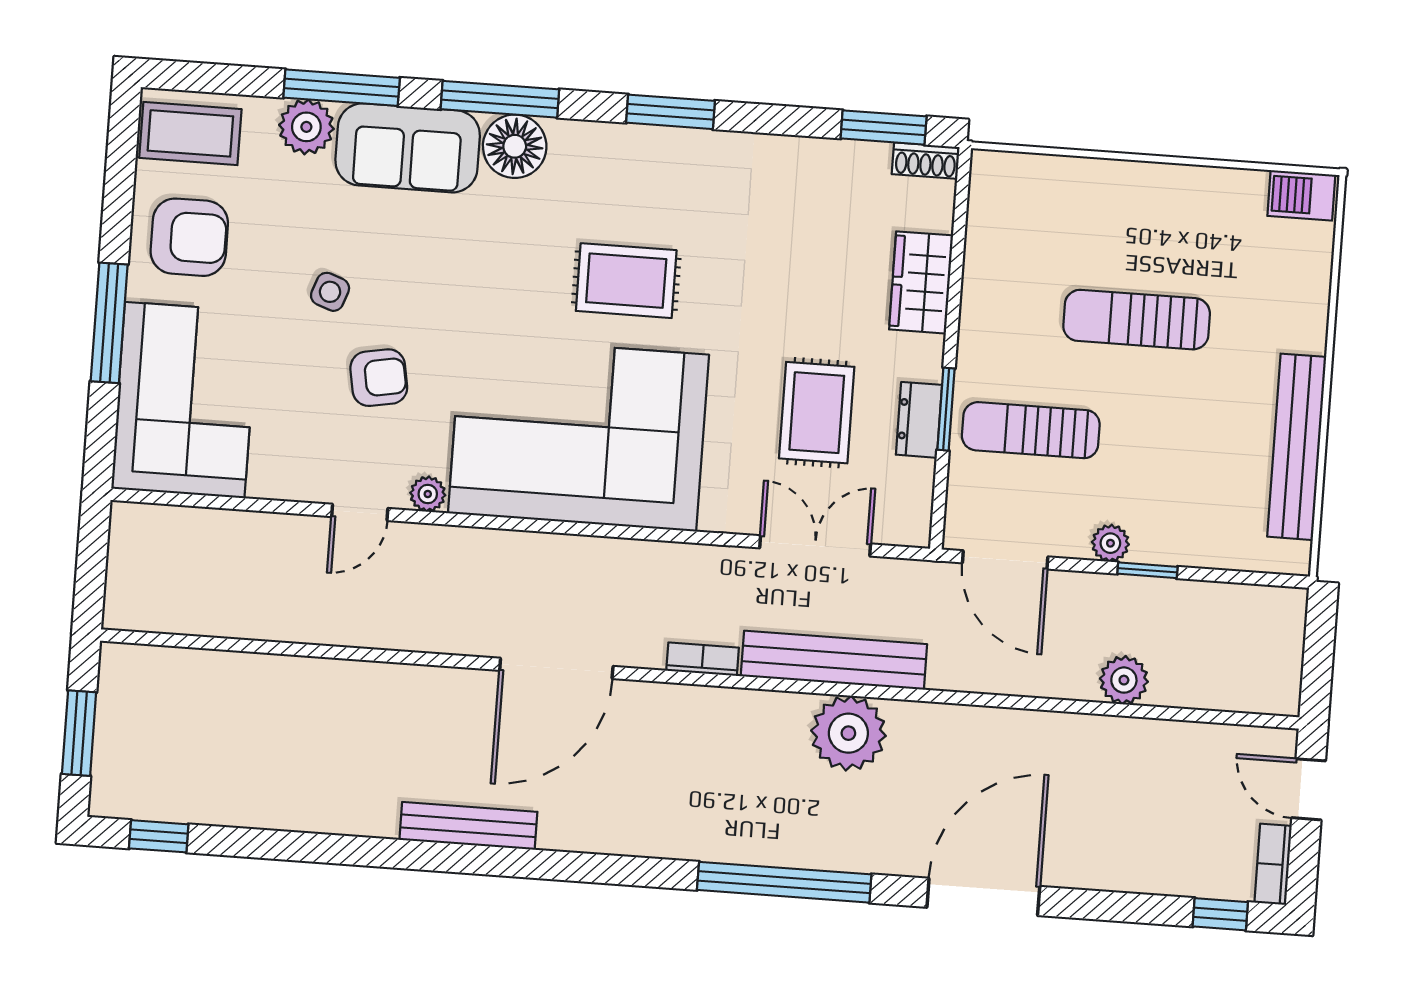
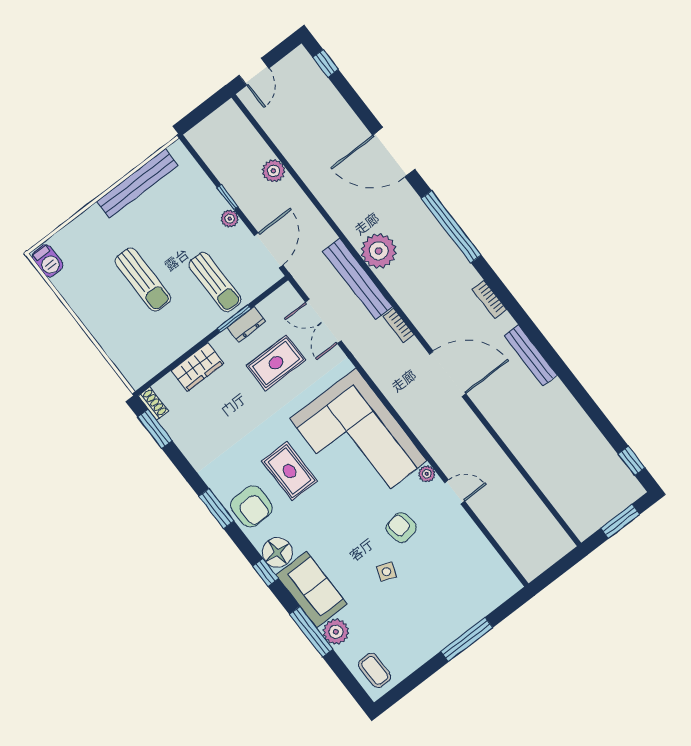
window: (500, 99) -> (265, 572), width x0.46
coffee table: (190, 133) -> (375, 670), width x0.73, depth x0.77
armchair: (189, 237) -> (251, 506), moved, turned 180
corner sofa: (185, 400) -> (470, 589), removed
bookcase: (1273, 864) -> (489, 299), moved, turned 90

